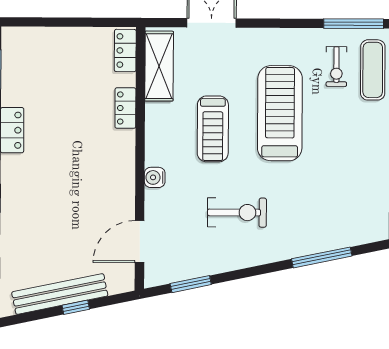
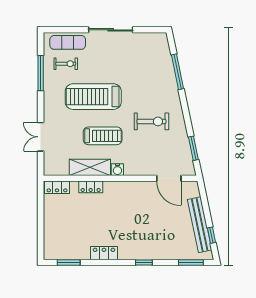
window: (354, 24) -> (41, 73), moved
shelving: (159, 66) -> (90, 167), moved
water cooler: (155, 177) -> (117, 170), moved
exercise bike: (237, 212) -> (151, 121), turned 90
window: (76, 307) -> (211, 235), moved

